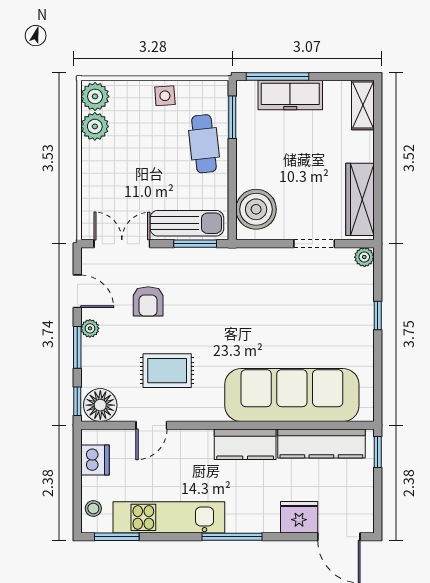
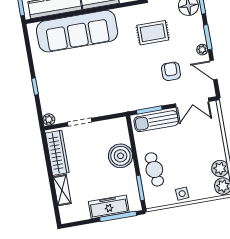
shelving: (363, 105) -> (62, 190), moved
boiler: (256, 209) -> (120, 156), moved

